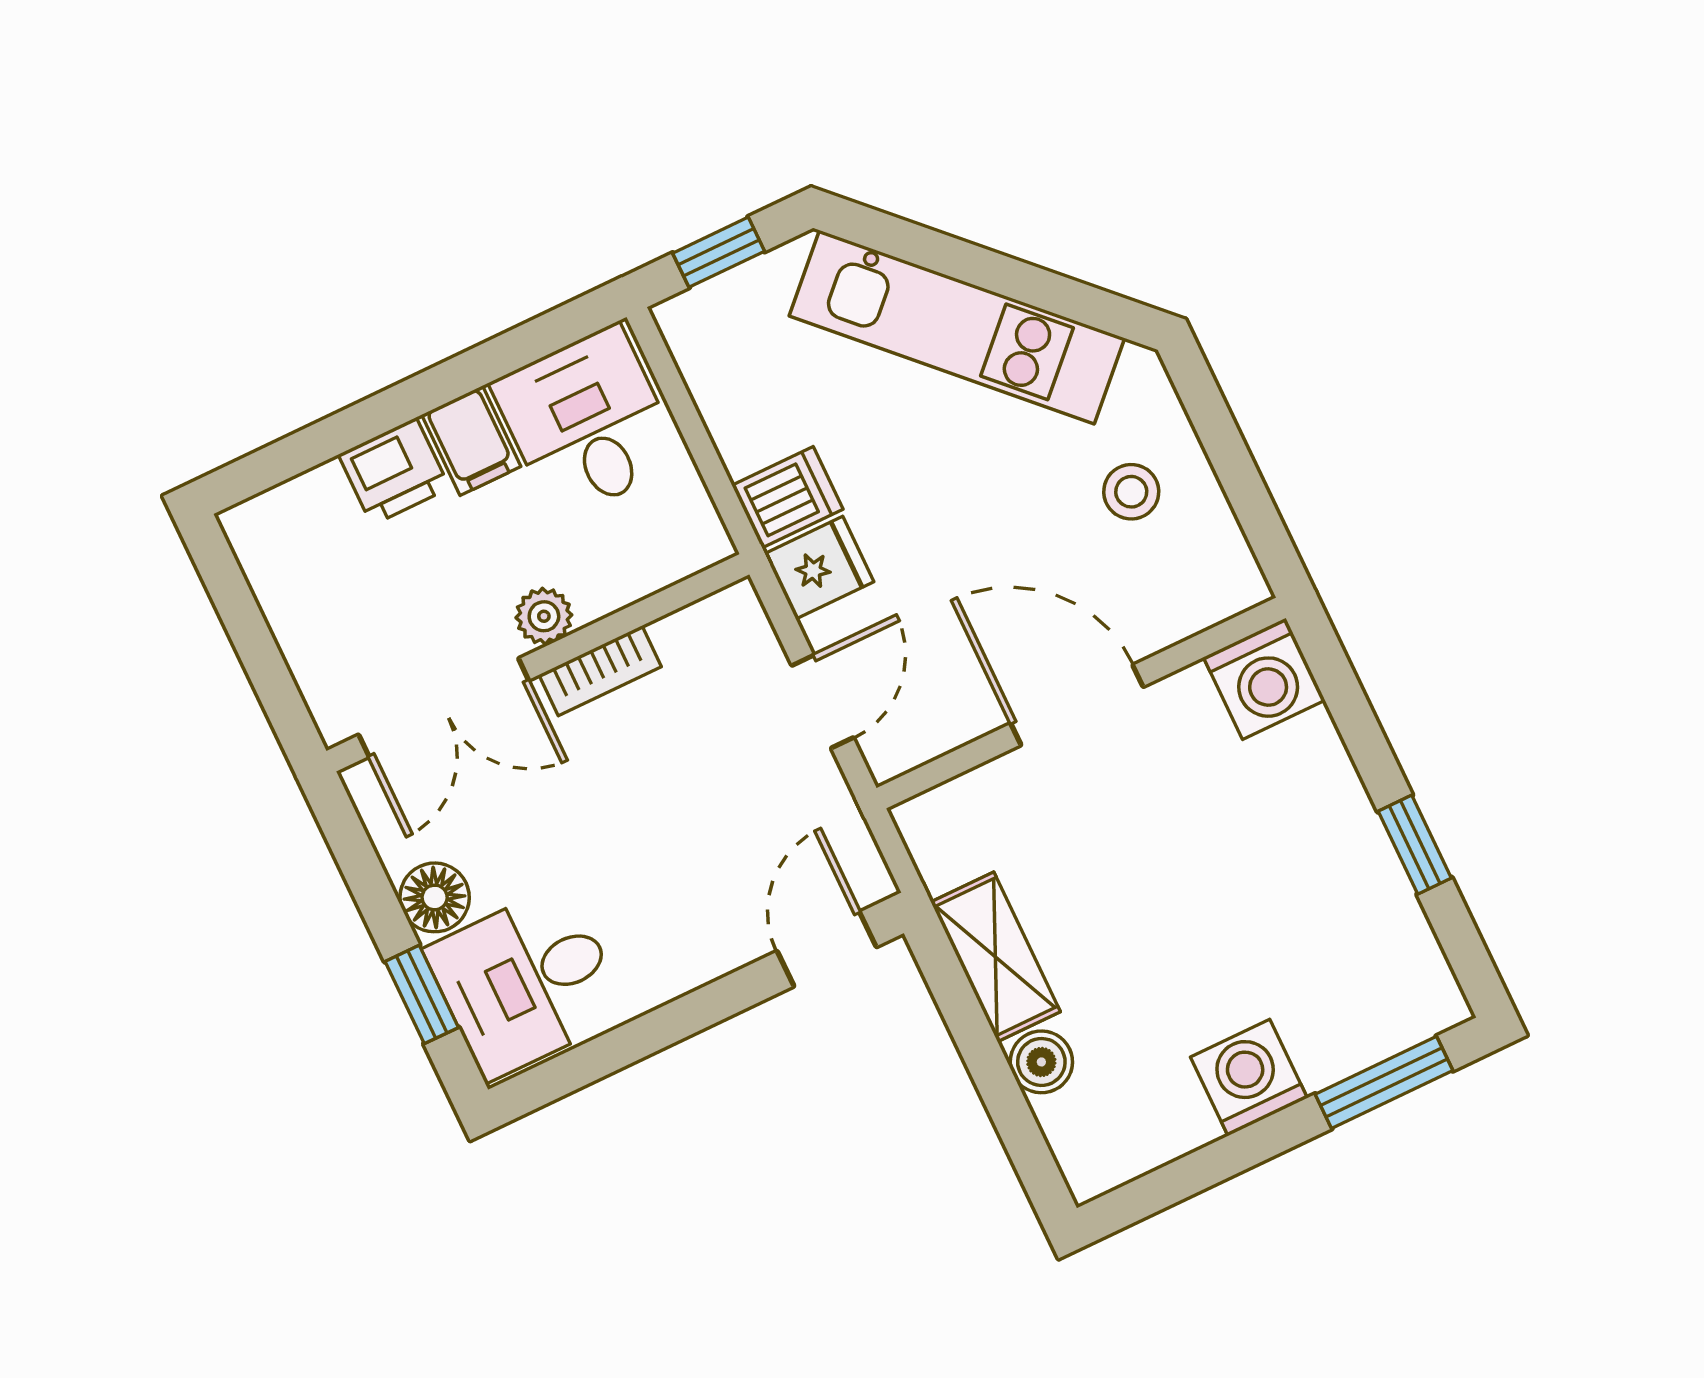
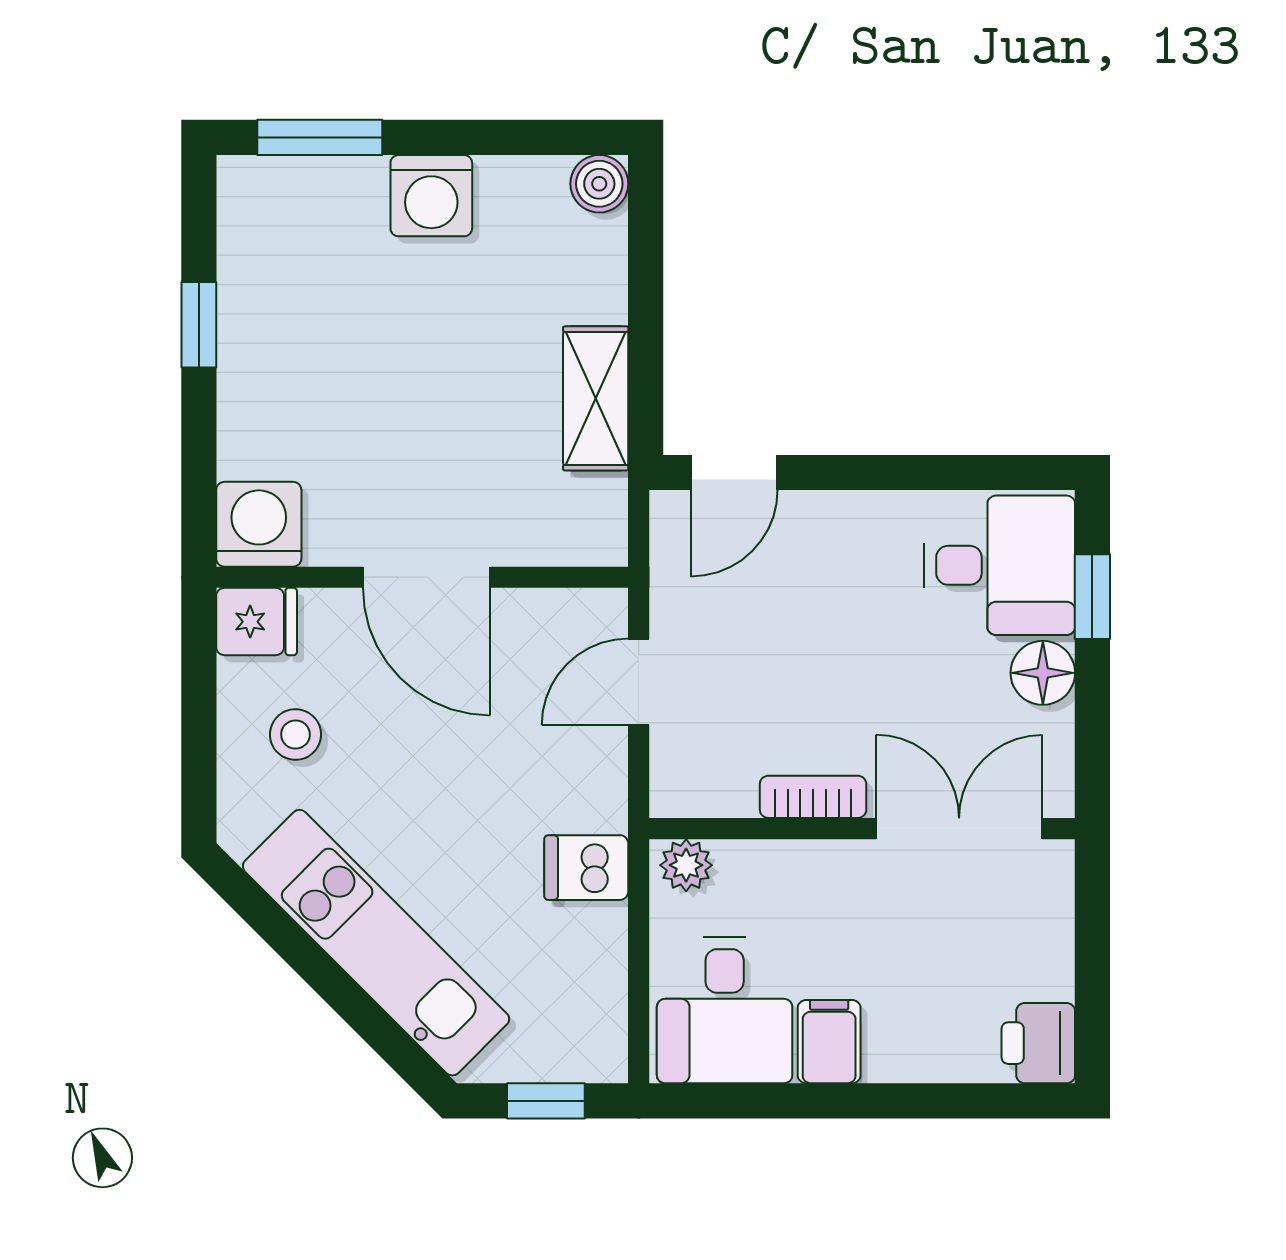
printer: (394, 471) -> (1038, 1043), moved, turned -90
fridge: (819, 568) -> (257, 622), moved, turned 180
plant: (544, 616) -> (686, 865), moved
boiler: (1041, 1062) -> (599, 184), moved

